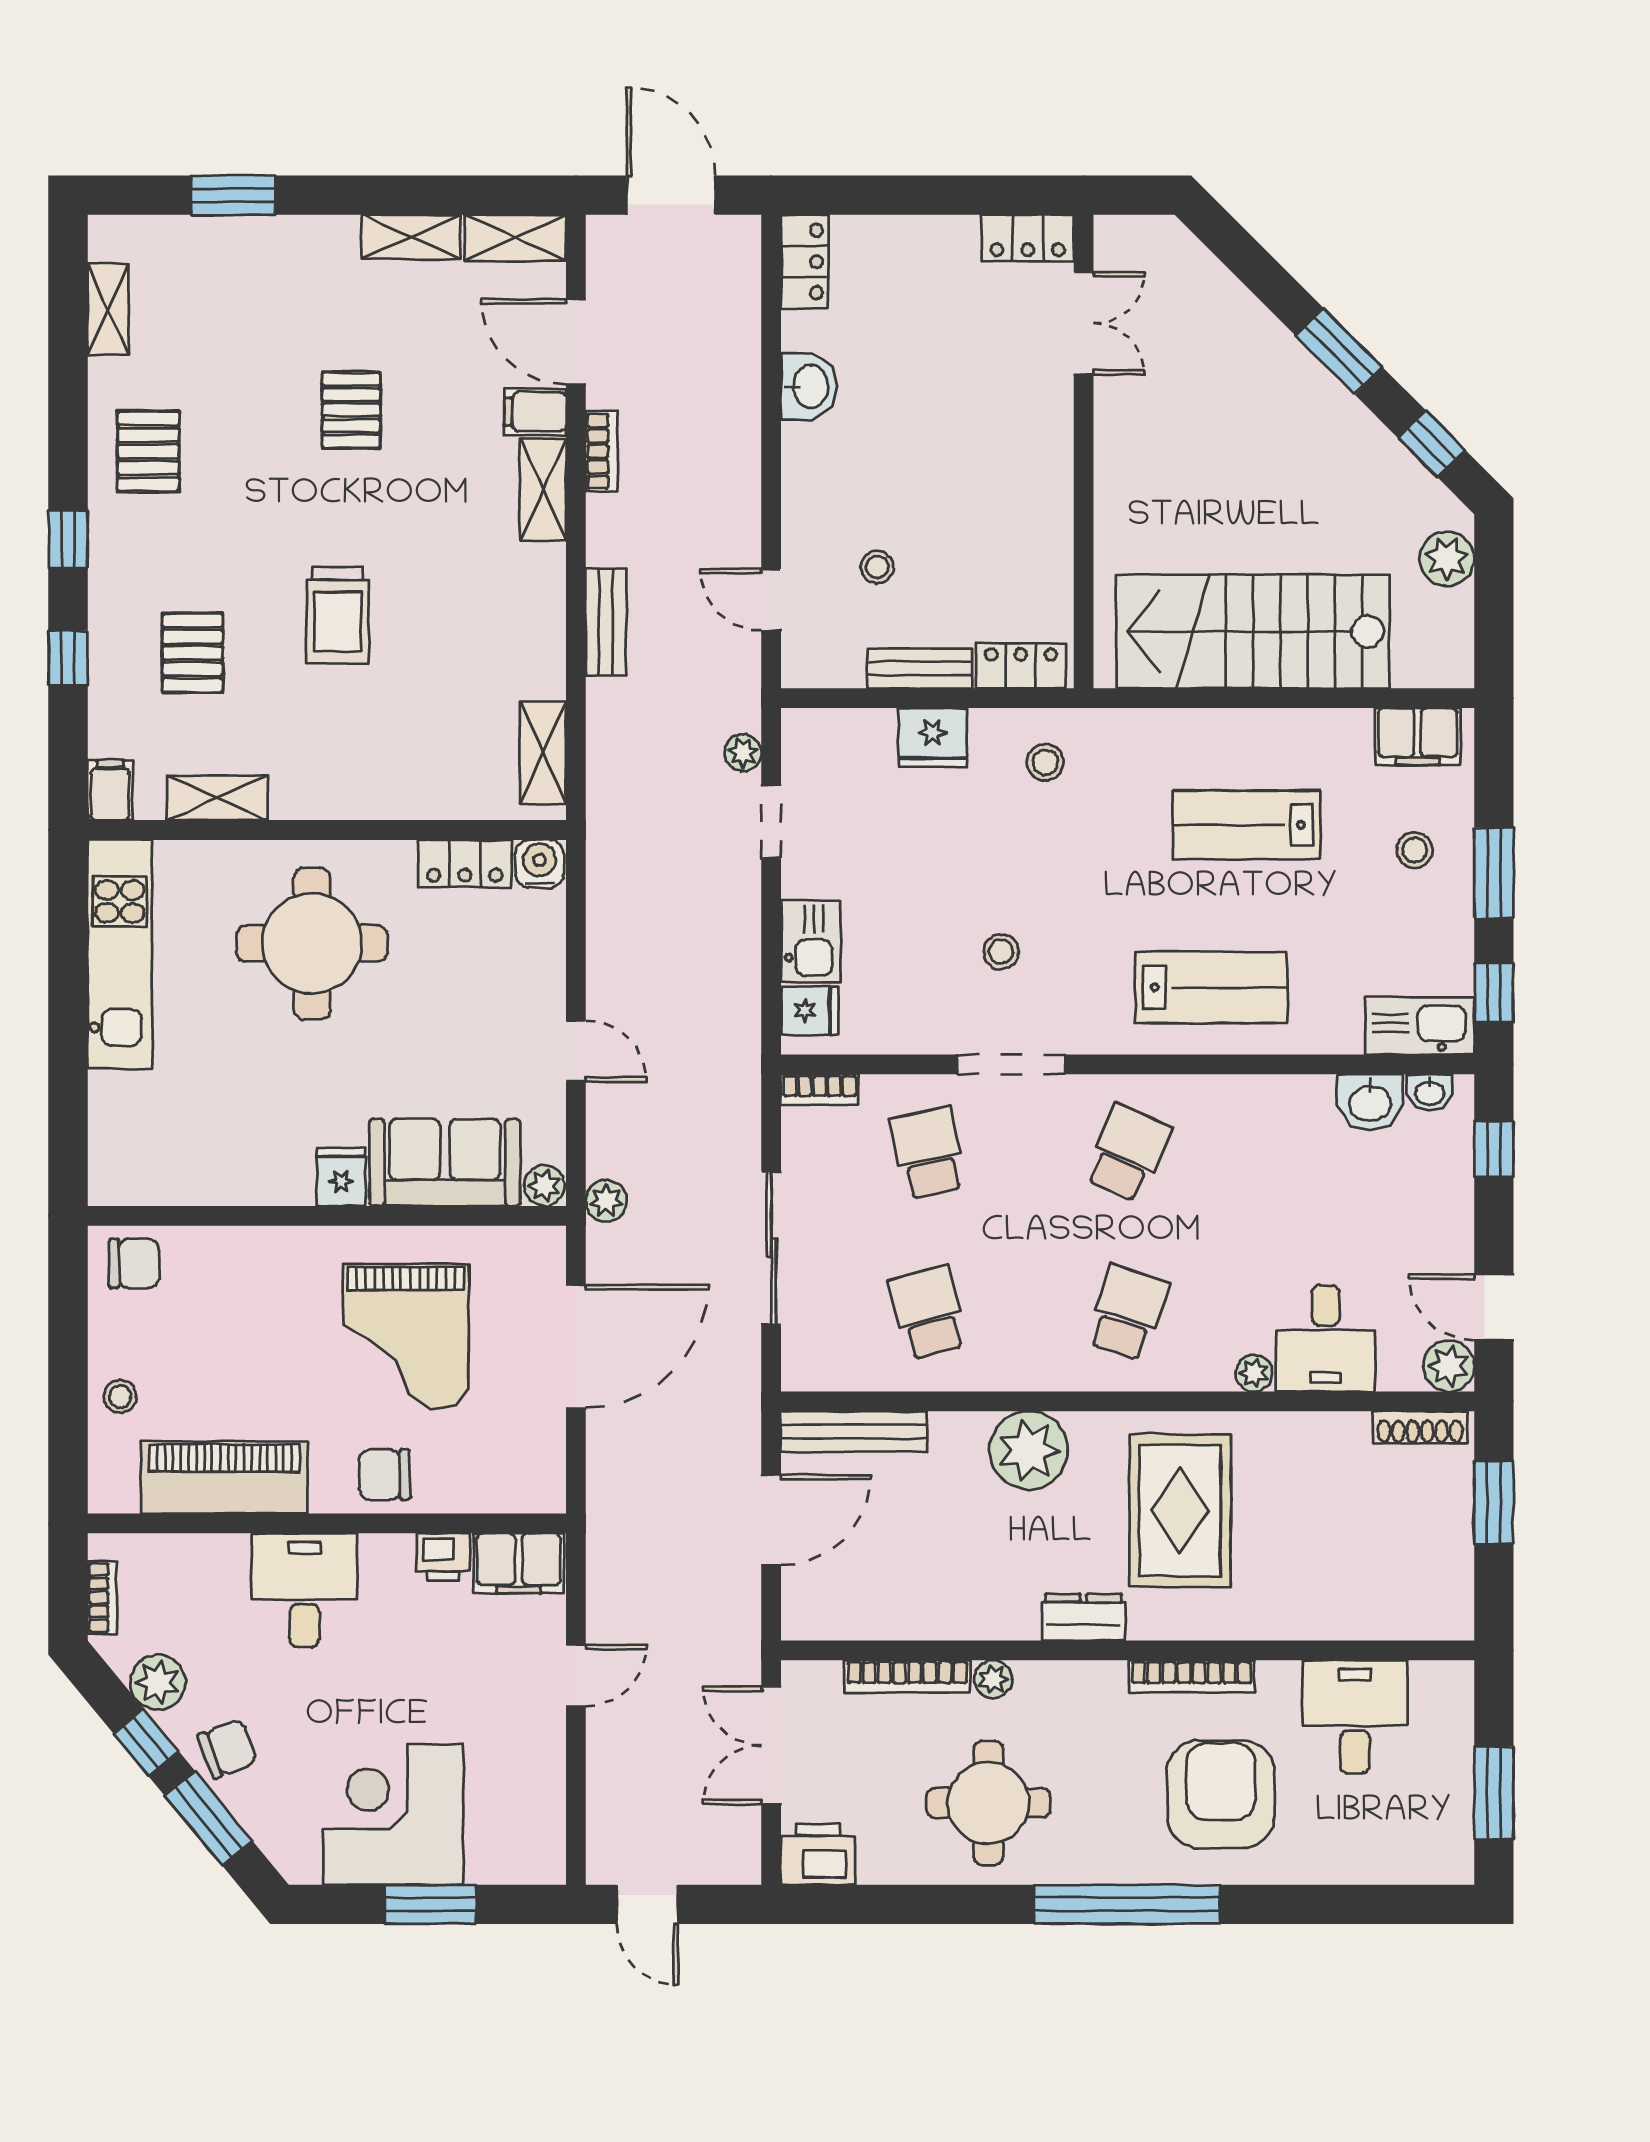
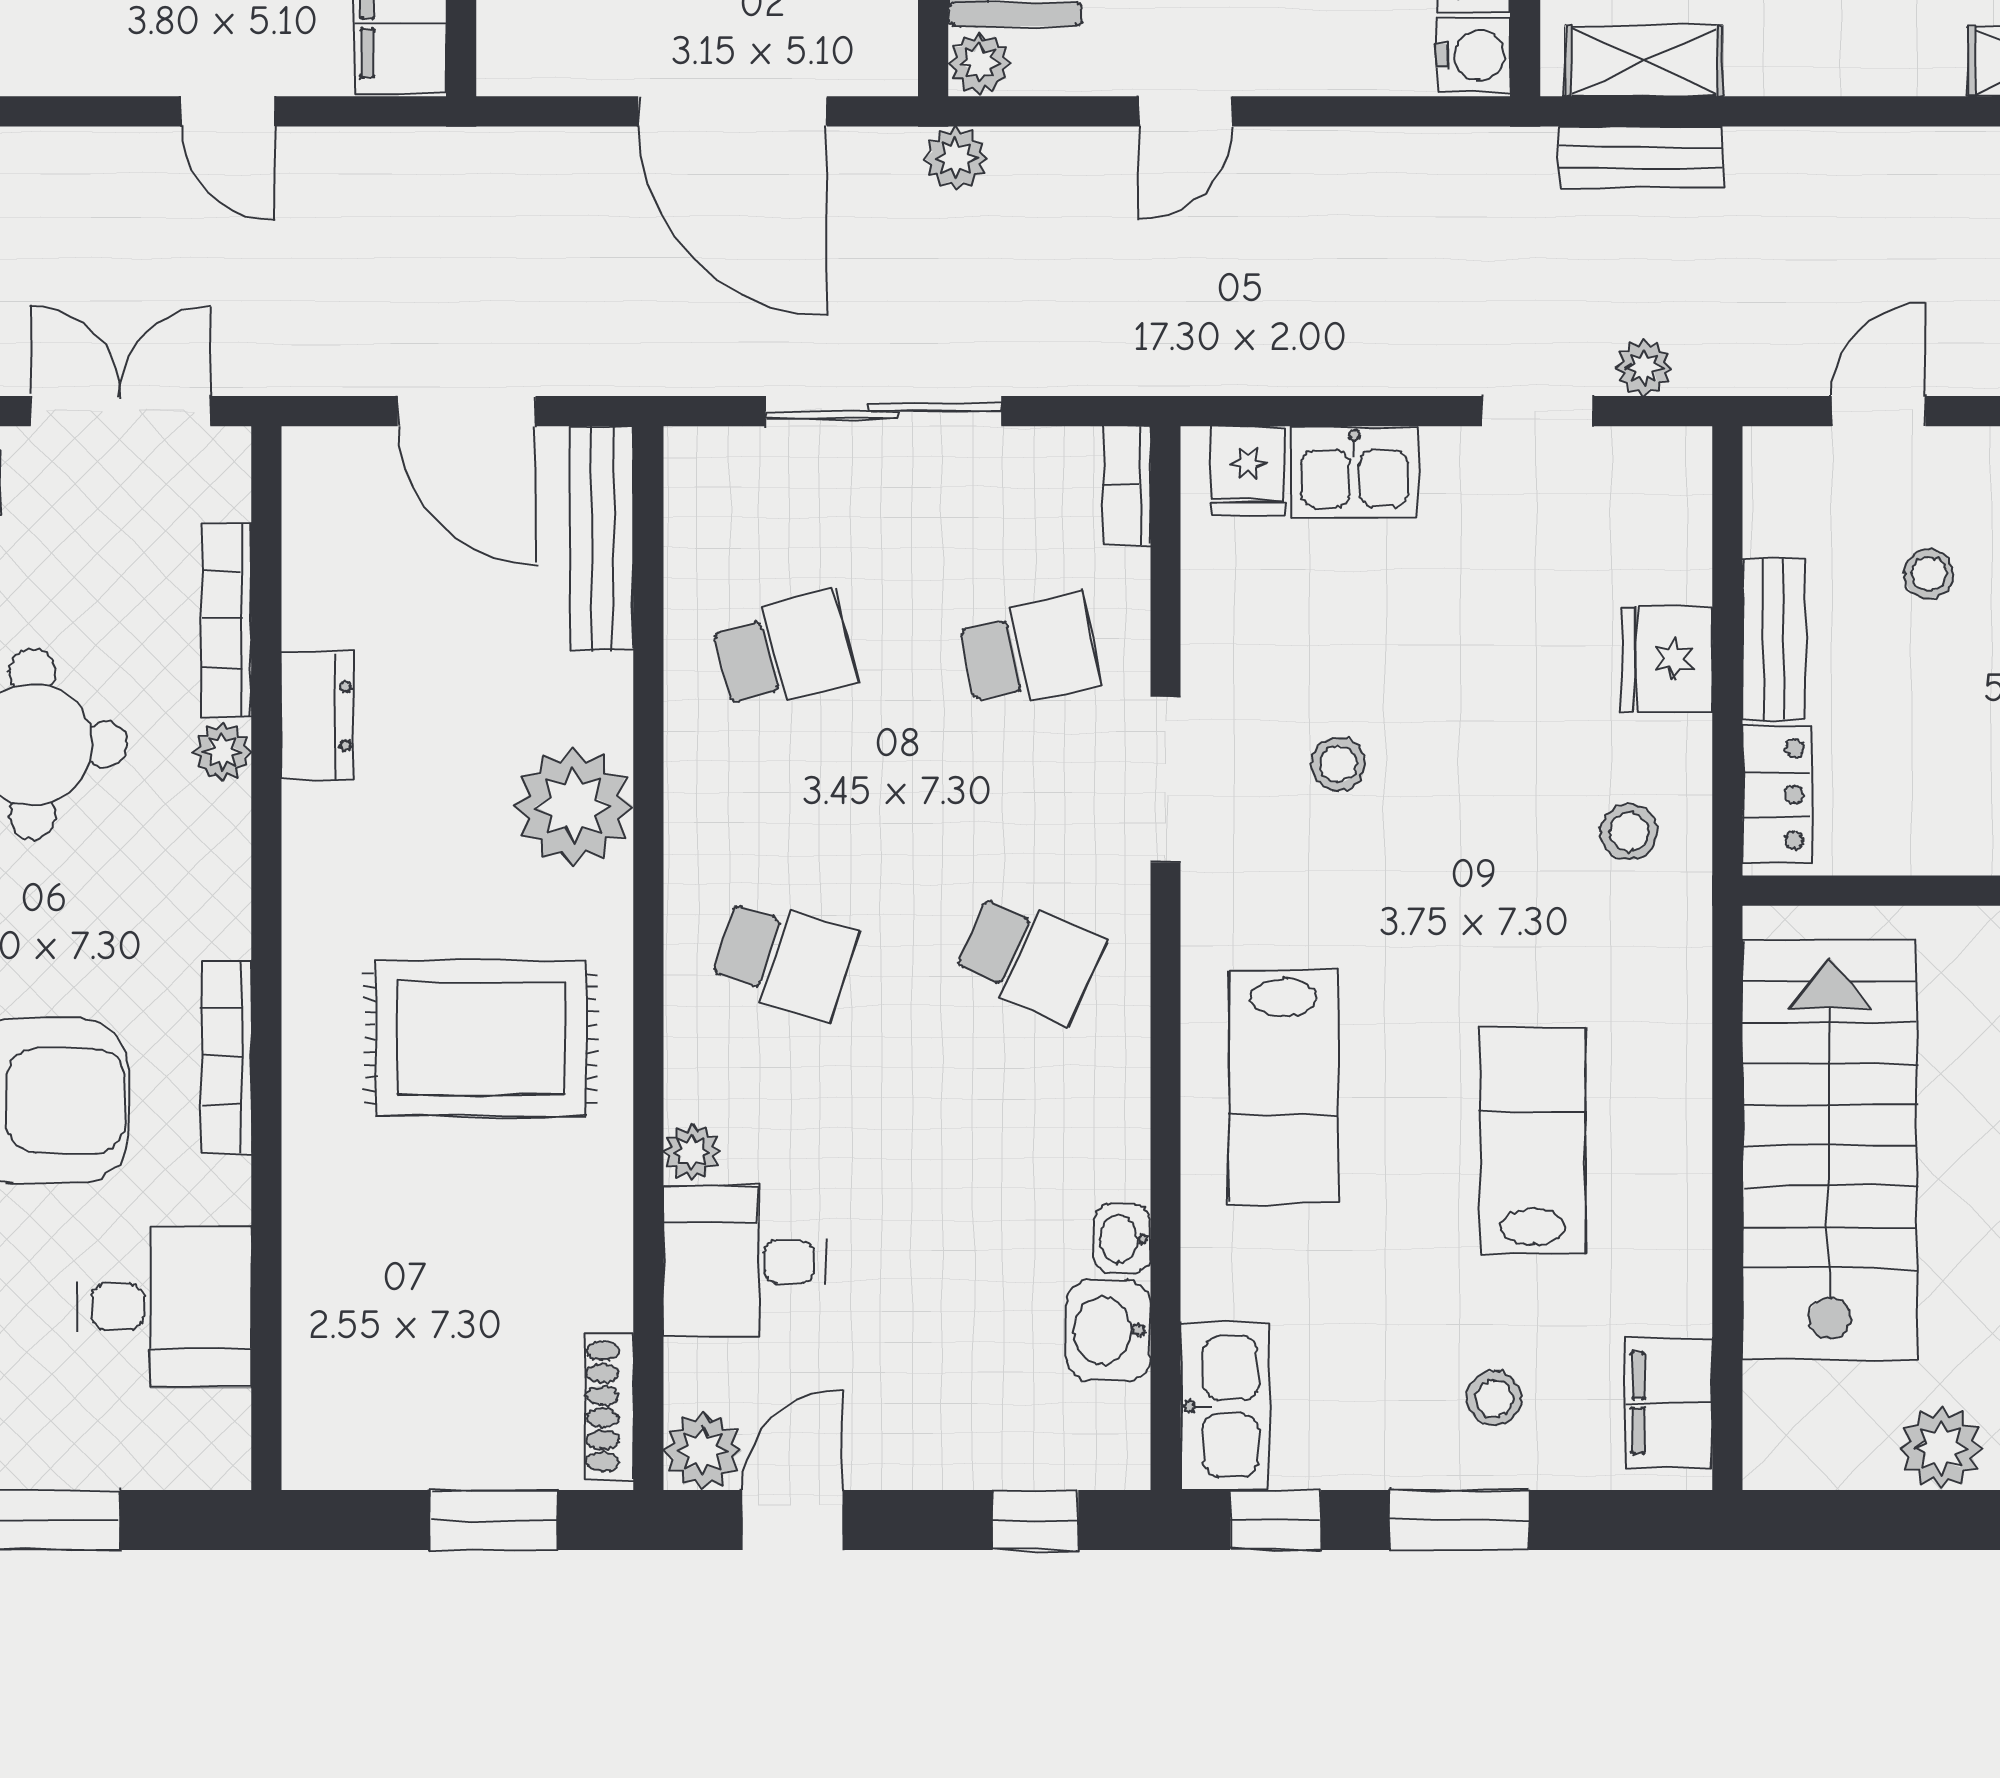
bench: (606, 622) -> (1641, 157), moved
washbasin: (1430, 1092) -> (1122, 1239), moved
dresser: (1083, 1617) -> (317, 716), moved

